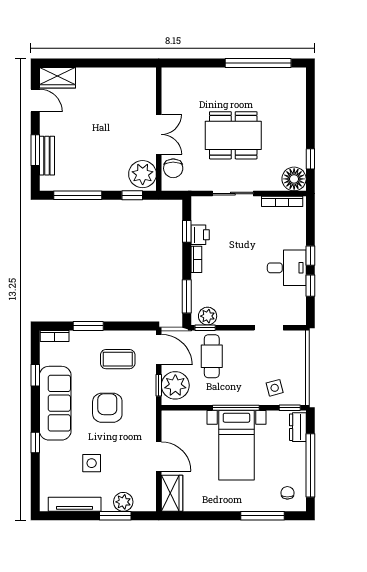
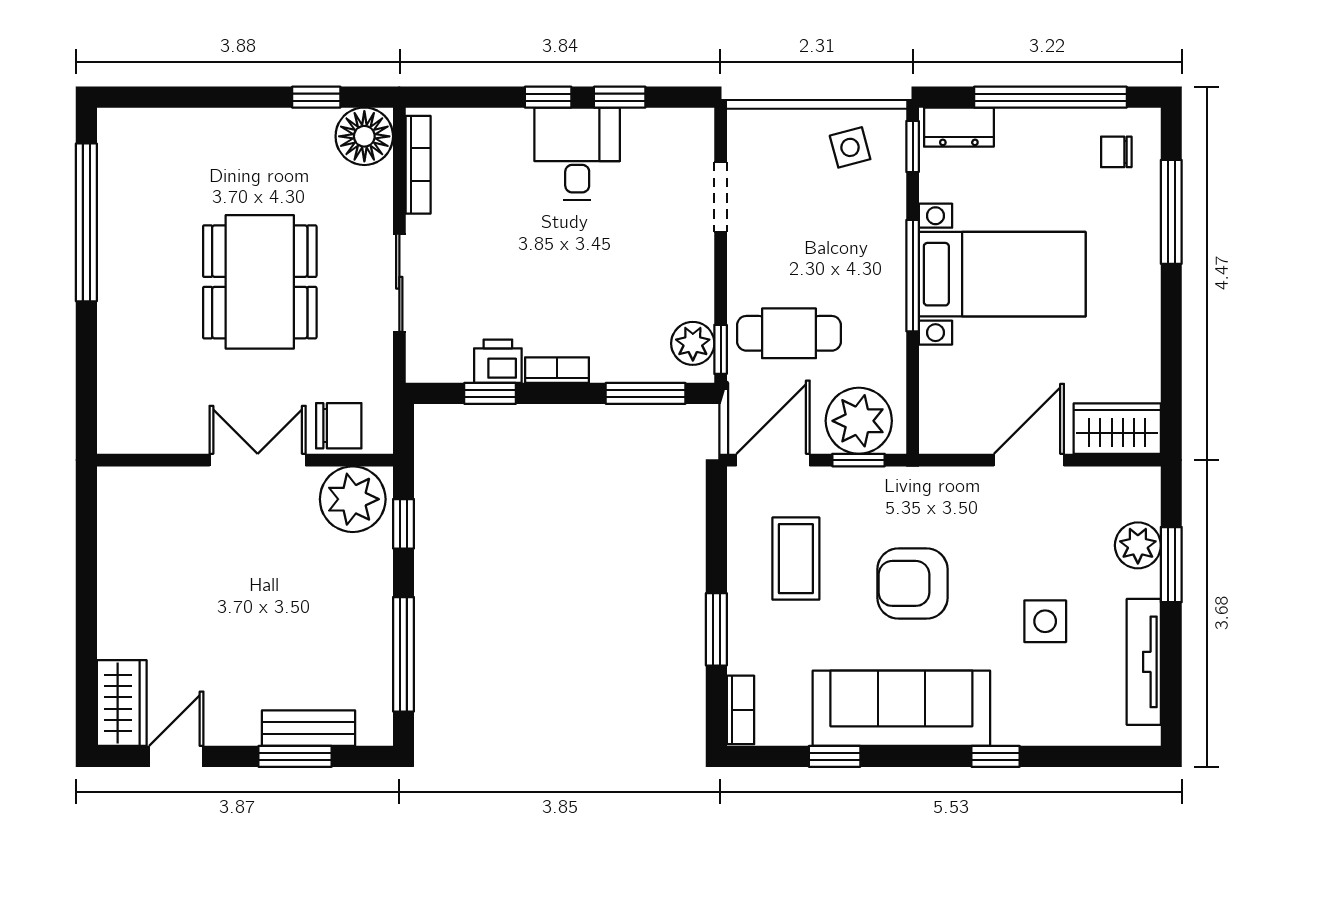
side table: (275, 388) -> (850, 147), moved

